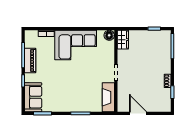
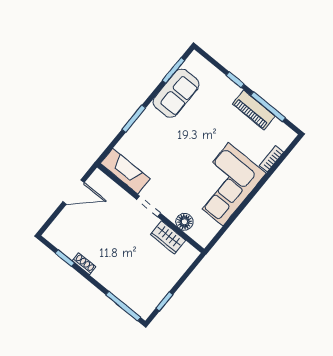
floor lamp: (109, 35) -> (184, 222), moved
wardrobe: (123, 40) -> (168, 237), moved
sofa: (33, 97) -> (176, 93), moved, turned -90

